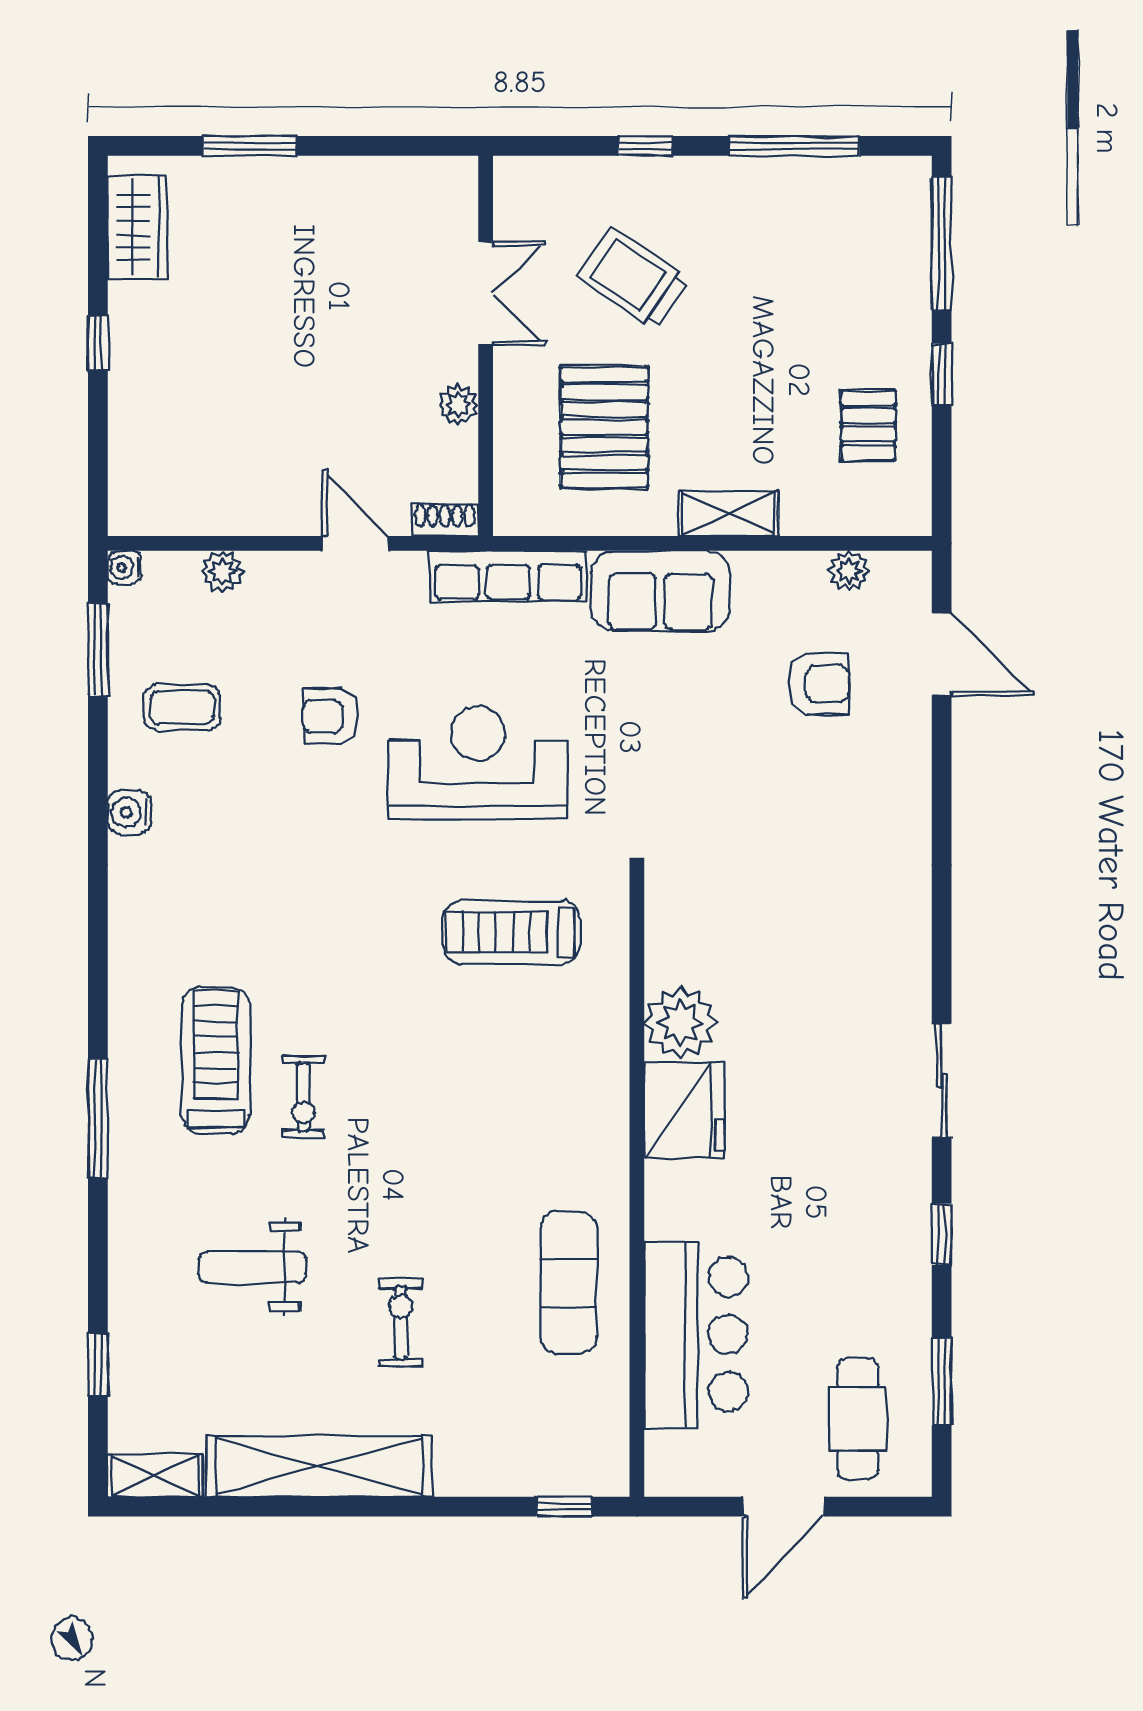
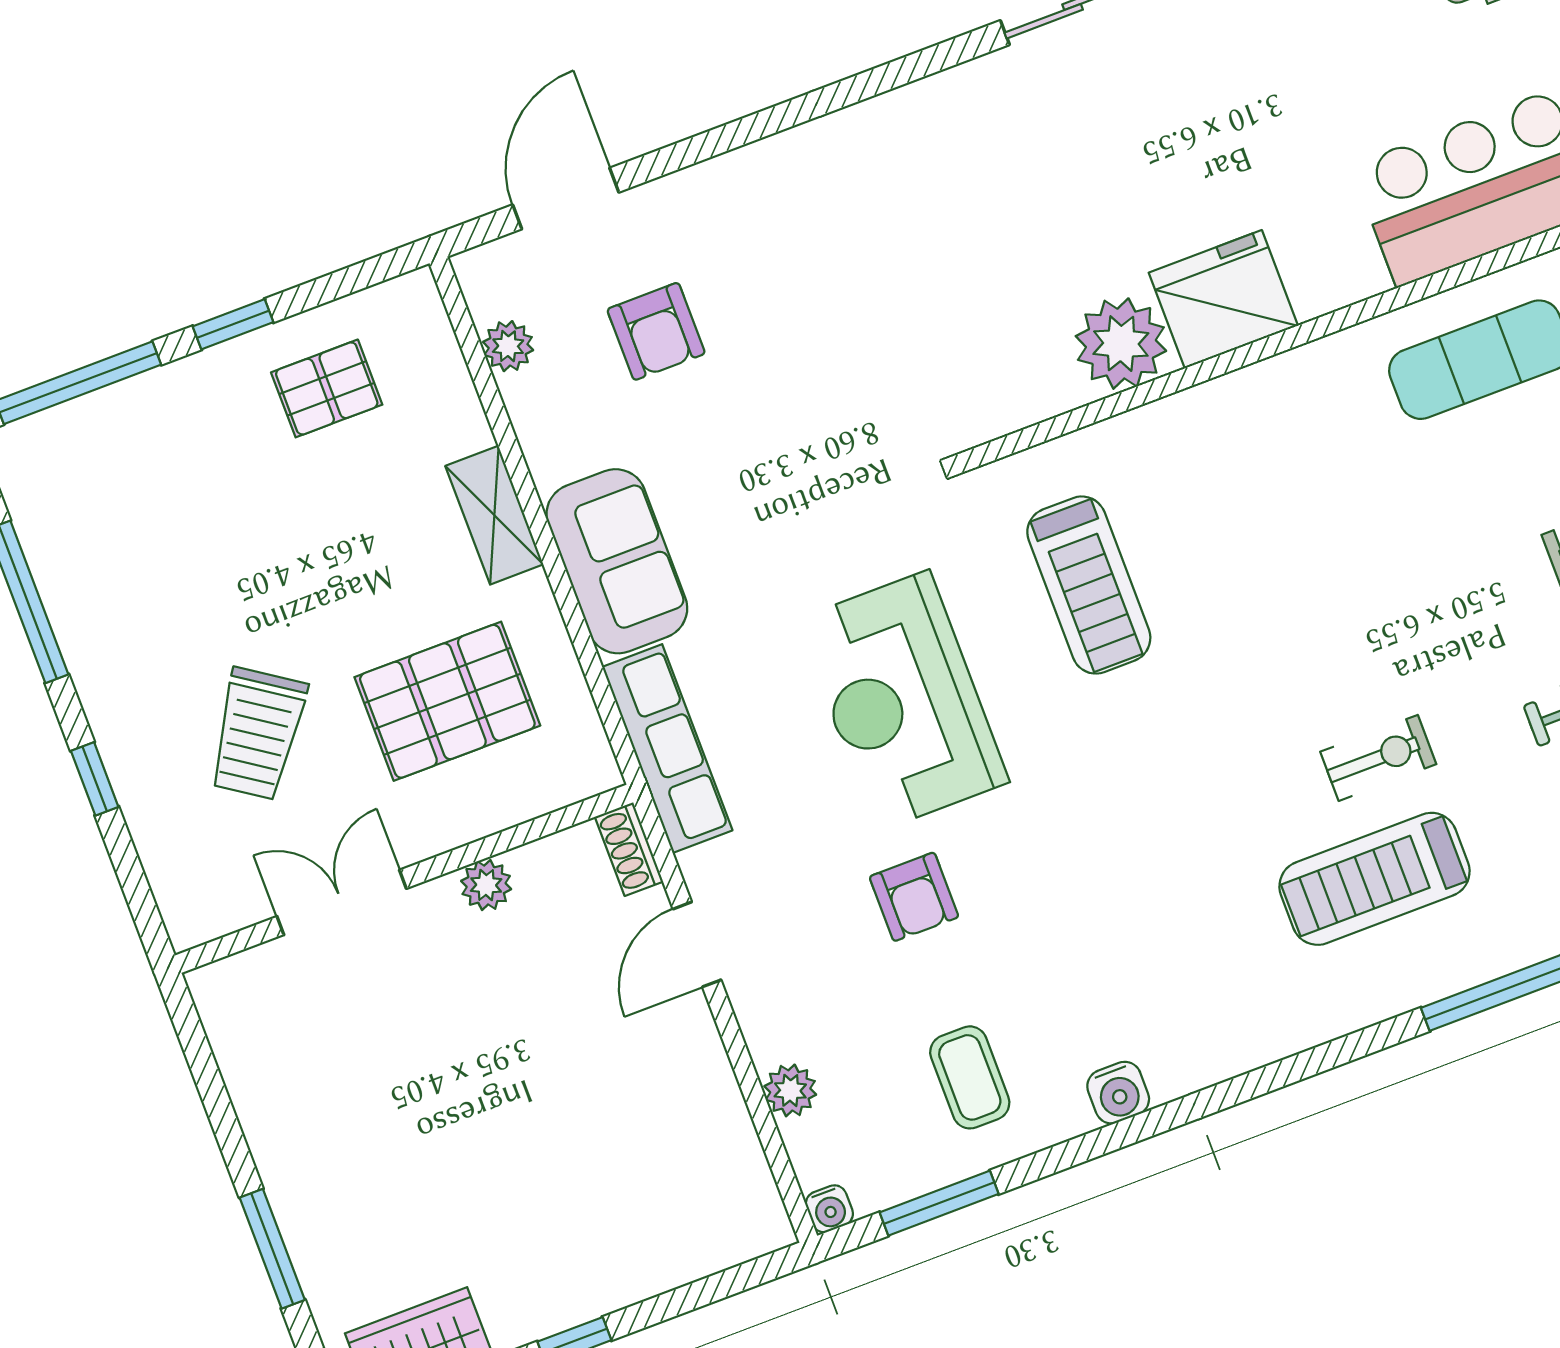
armchair: (819, 684) -> (656, 331), turned 180

